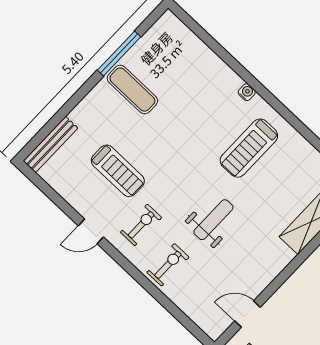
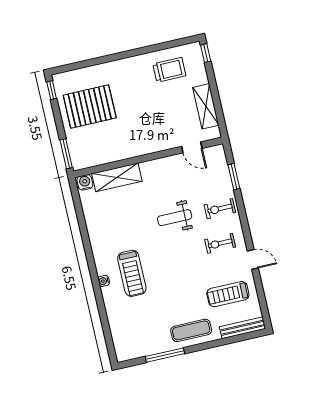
exercise mat: (132, 90) -> (191, 330), moved, turned 90
treadmill: (249, 148) -> (132, 273), moved, turned 90
treadmill: (118, 171) -> (228, 294), moved, turned -90
window: (176, 313) -> (234, 177), added

